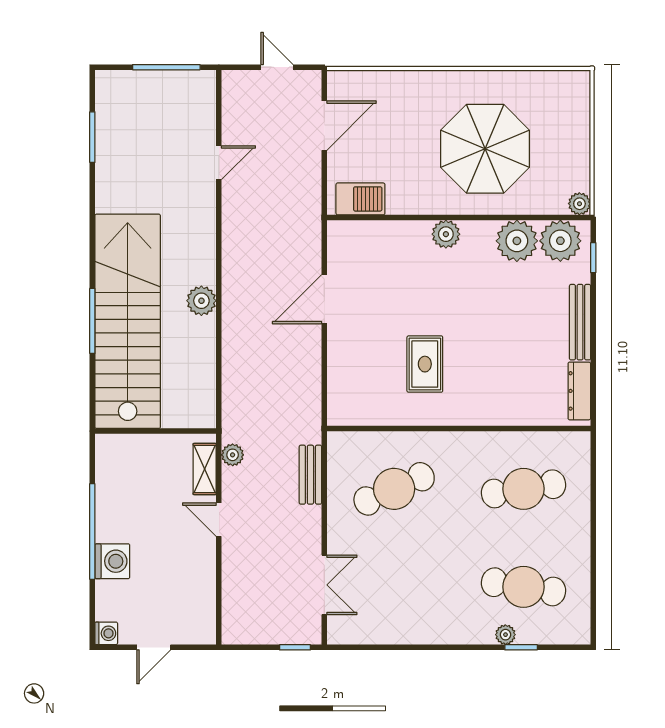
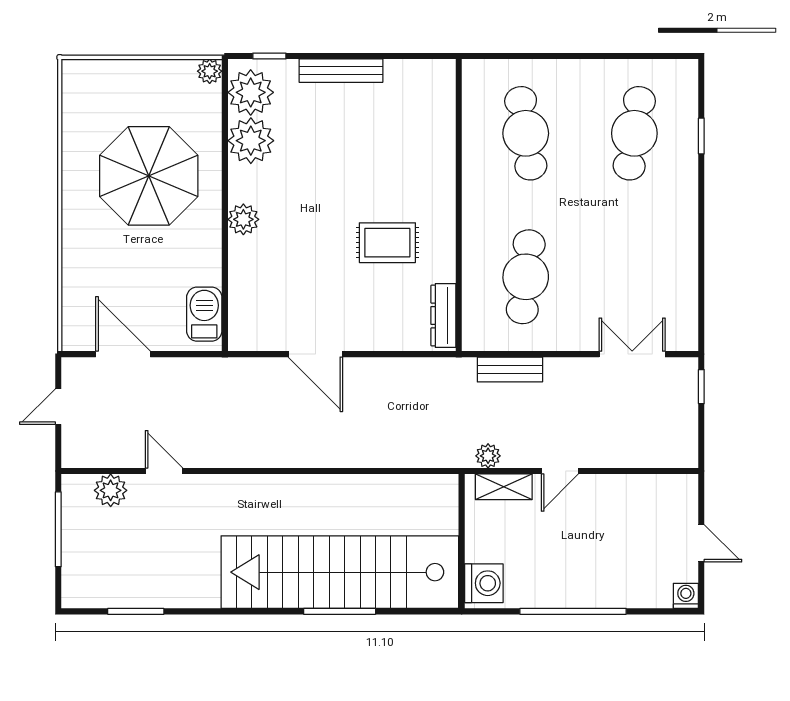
plant: (201, 301) -> (111, 490), moved
dresser: (579, 391) -> (443, 315), moved, turned 90
cafe table: (394, 489) -> (526, 277), turned 30
washing machine: (112, 561) -> (484, 583), moved, turned 90
plant: (505, 635) -> (687, 153), removed

